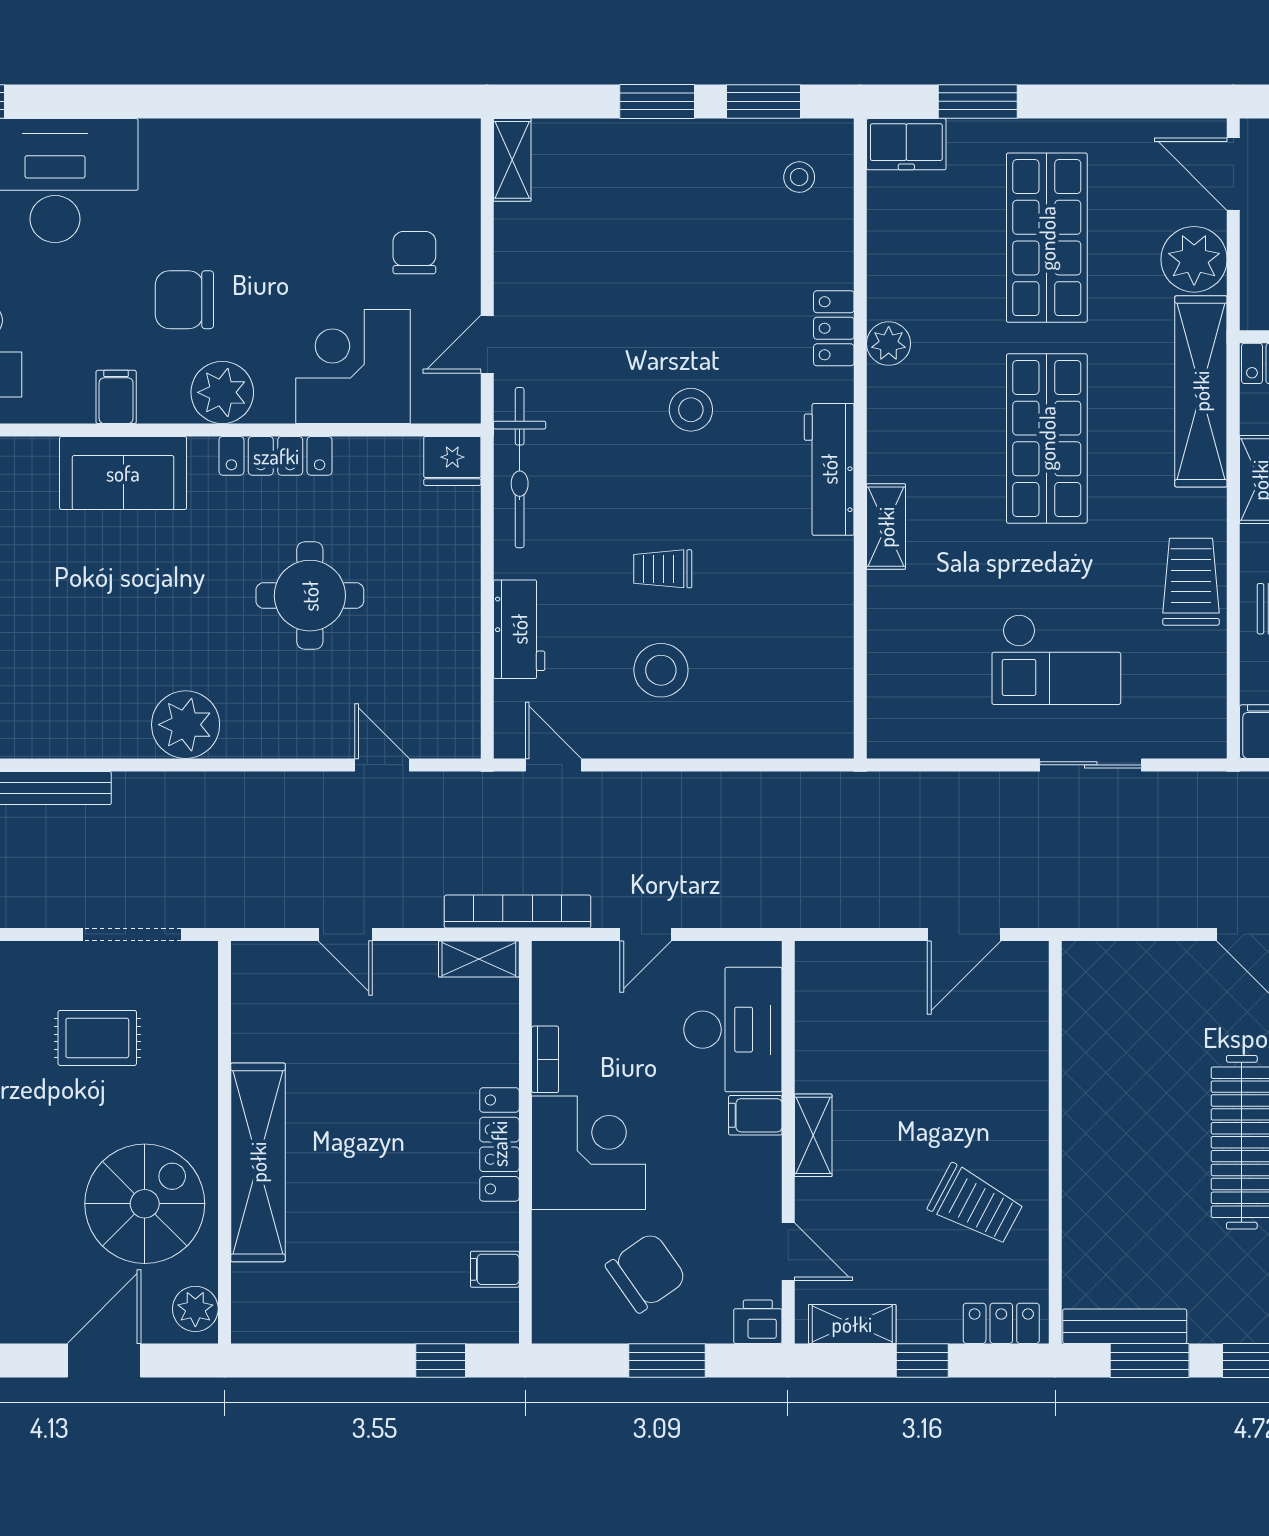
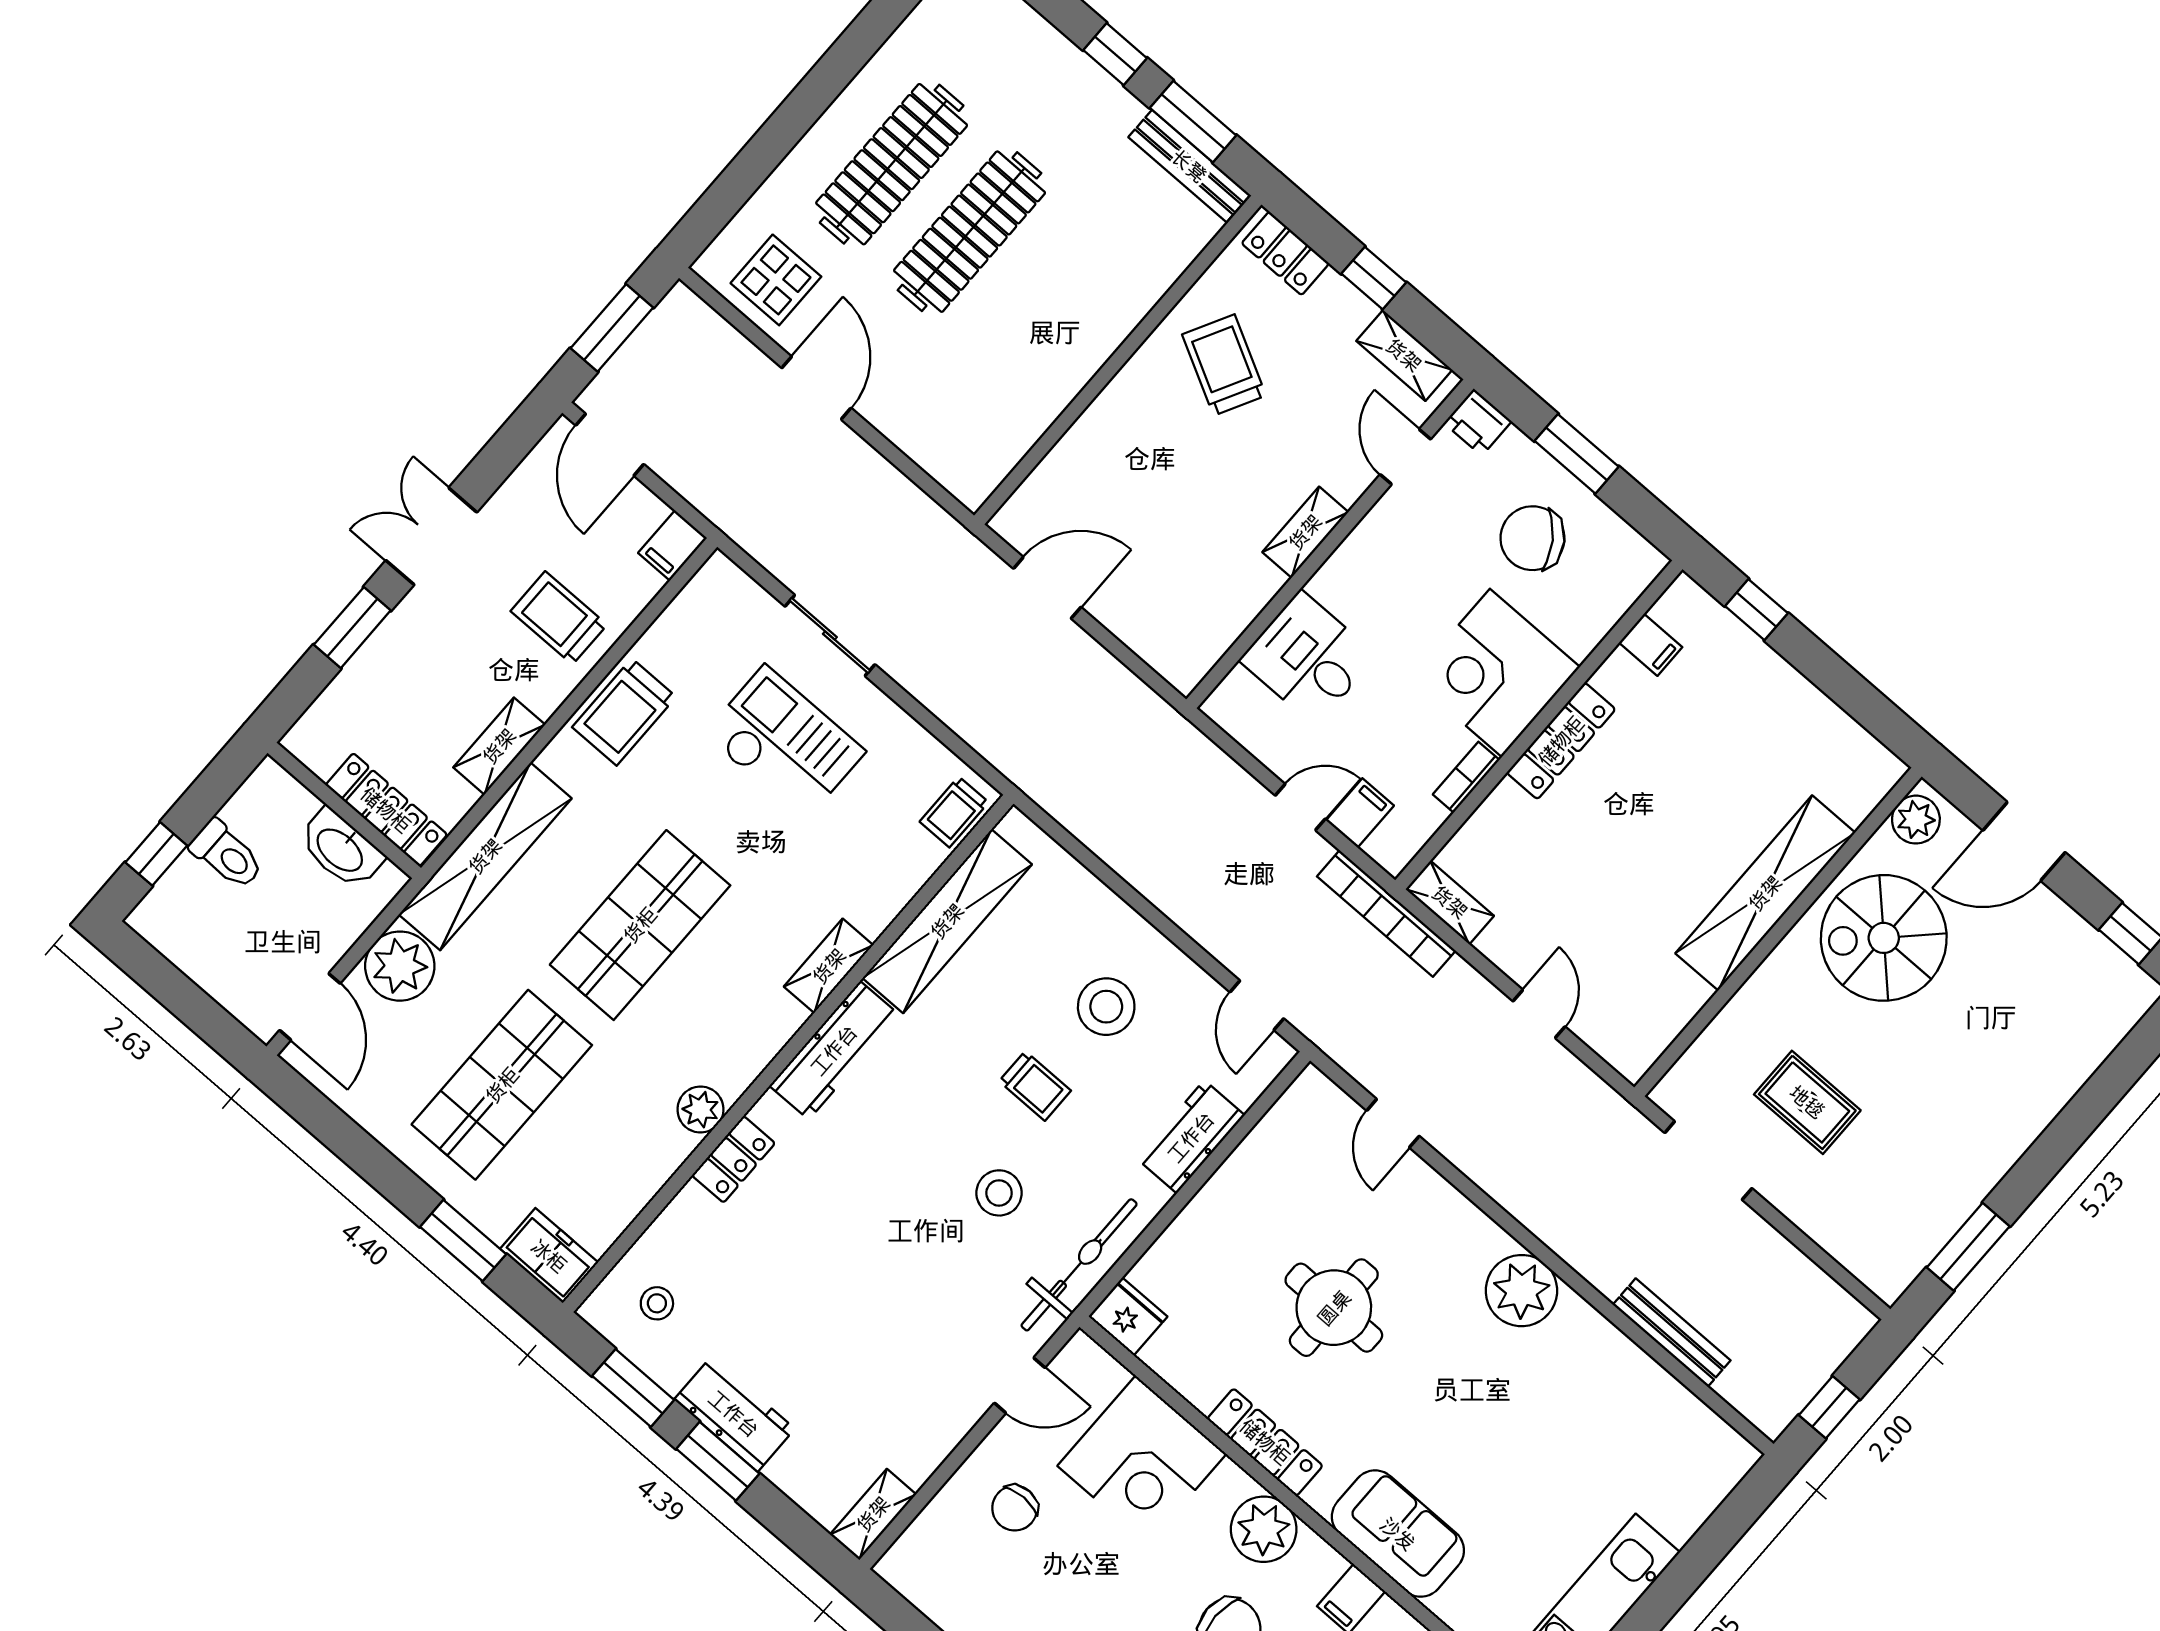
workbench: (674, 146) -> (734, 1414), added
stool: (691, 410) -> (999, 1193), moved
shelving: (828, 633) -> (947, 921), added
trolley: (892, 715) -> (954, 812), added
desk: (733, 1030) -> (1308, 658), width x0.73
filing cabinet: (755, 1115) -> (1360, 813), moved, turned -90

